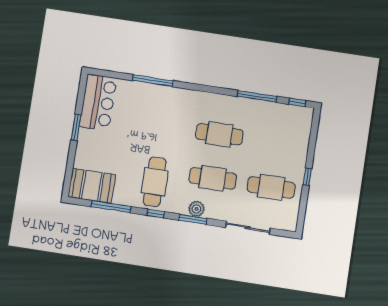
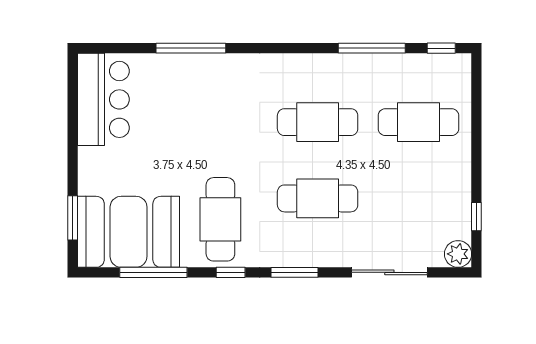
window: (76, 127) -> (73, 218), moved
window: (307, 177) -> (476, 217), moved
booth: (92, 186) -> (129, 232), width x1.36, depth x1.42
cafe table: (271, 187) -> (418, 122), moved
plant: (197, 209) -> (458, 254), moved

